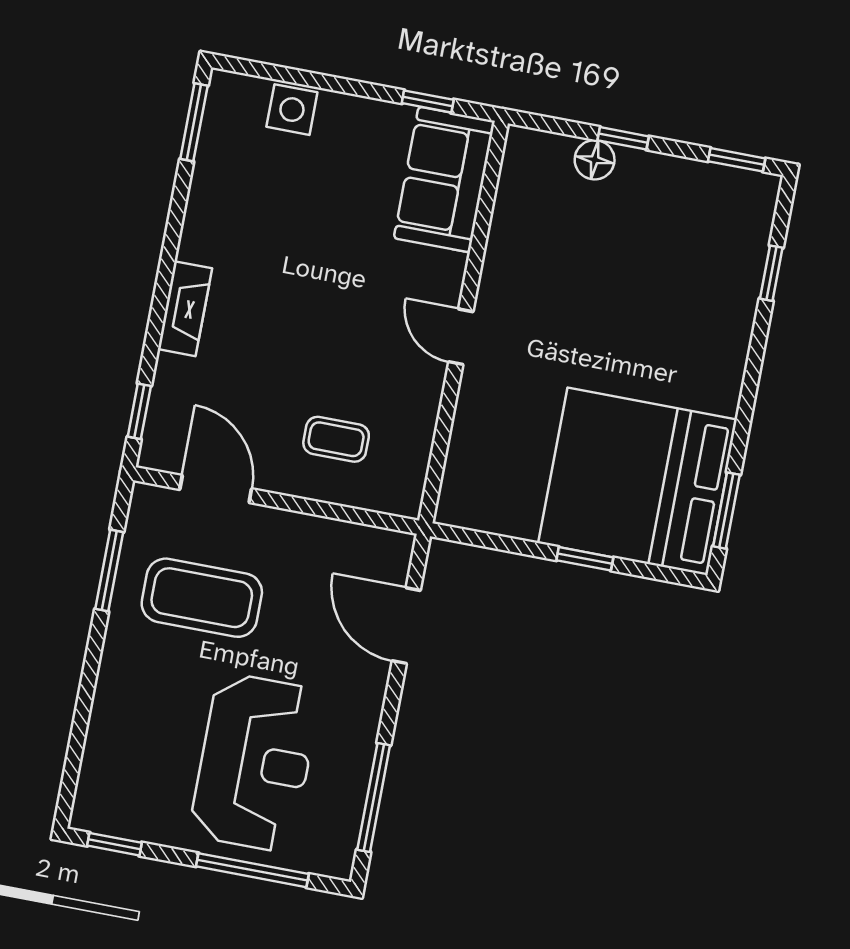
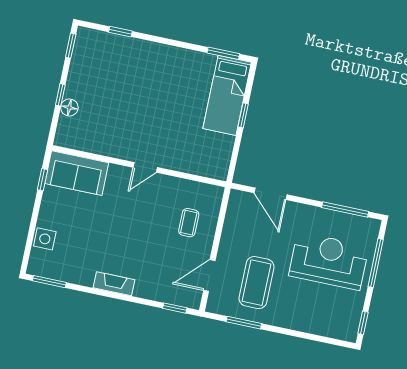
fireplace: (185, 309) -> (114, 284), moved
bed: (638, 481) -> (227, 95), width x0.49
door: (406, 626) -> (271, 194), hinge flipped

